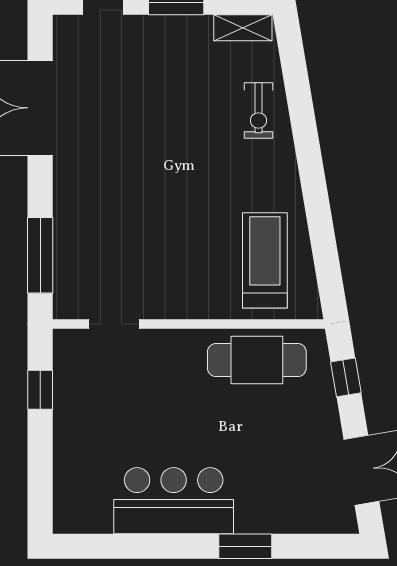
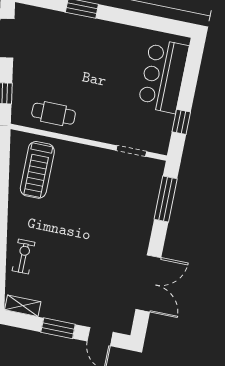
cafe table: (257, 360) -> (54, 114), width x0.73, depth x0.74
bar counter: (174, 501) -> (163, 76), moved, turned 90

